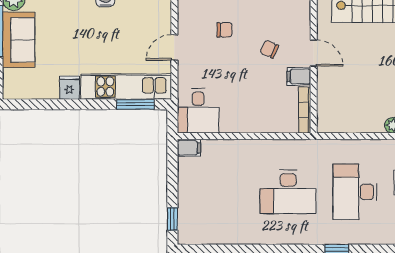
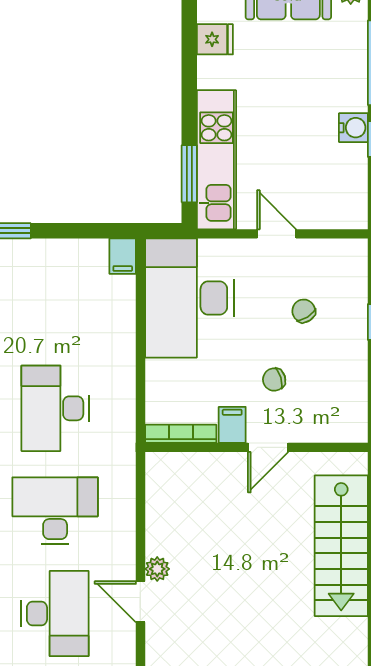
chair: (225, 30) -> (304, 311), turned 147
chair: (269, 49) -> (274, 380), turned -132
fridge: (69, 88) -> (215, 39), moved
desk: (198, 111) -> (190, 298), width x1.87, depth x1.30

